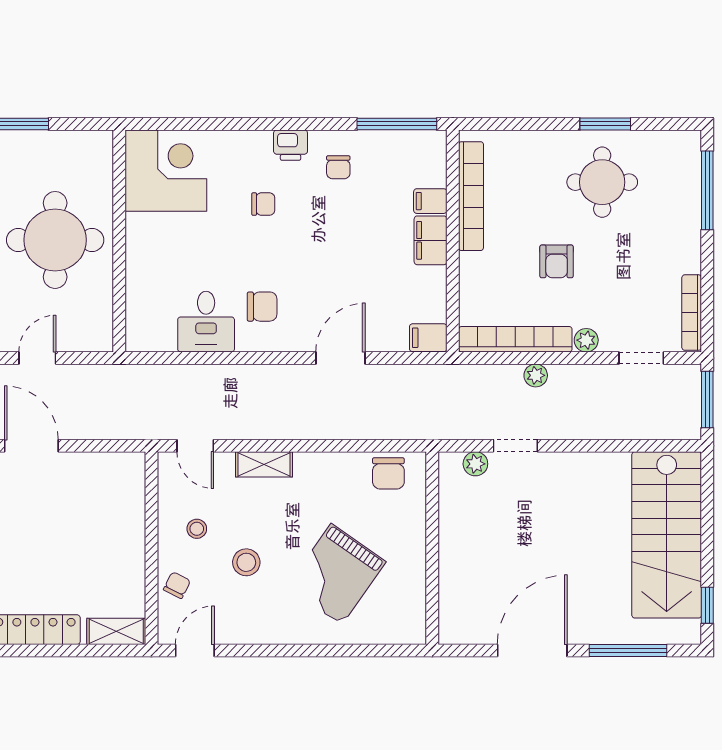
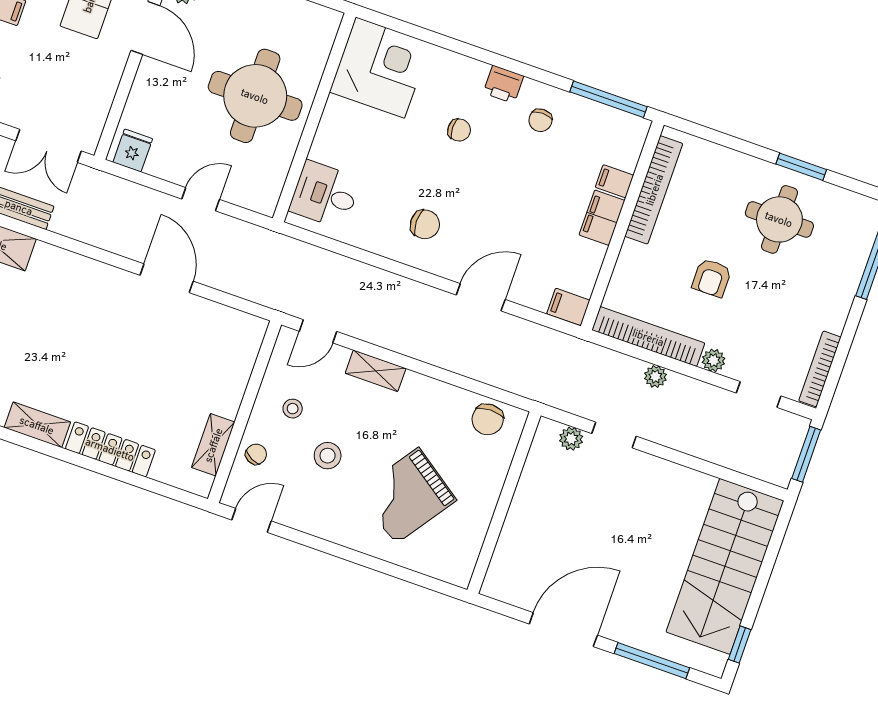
desk: (206, 322) -> (325, 195), moved, turned 90
door: (195, 446) -> (318, 331), hinge flipped
shelving: (116, 631) -> (213, 445), moved, turned 90

